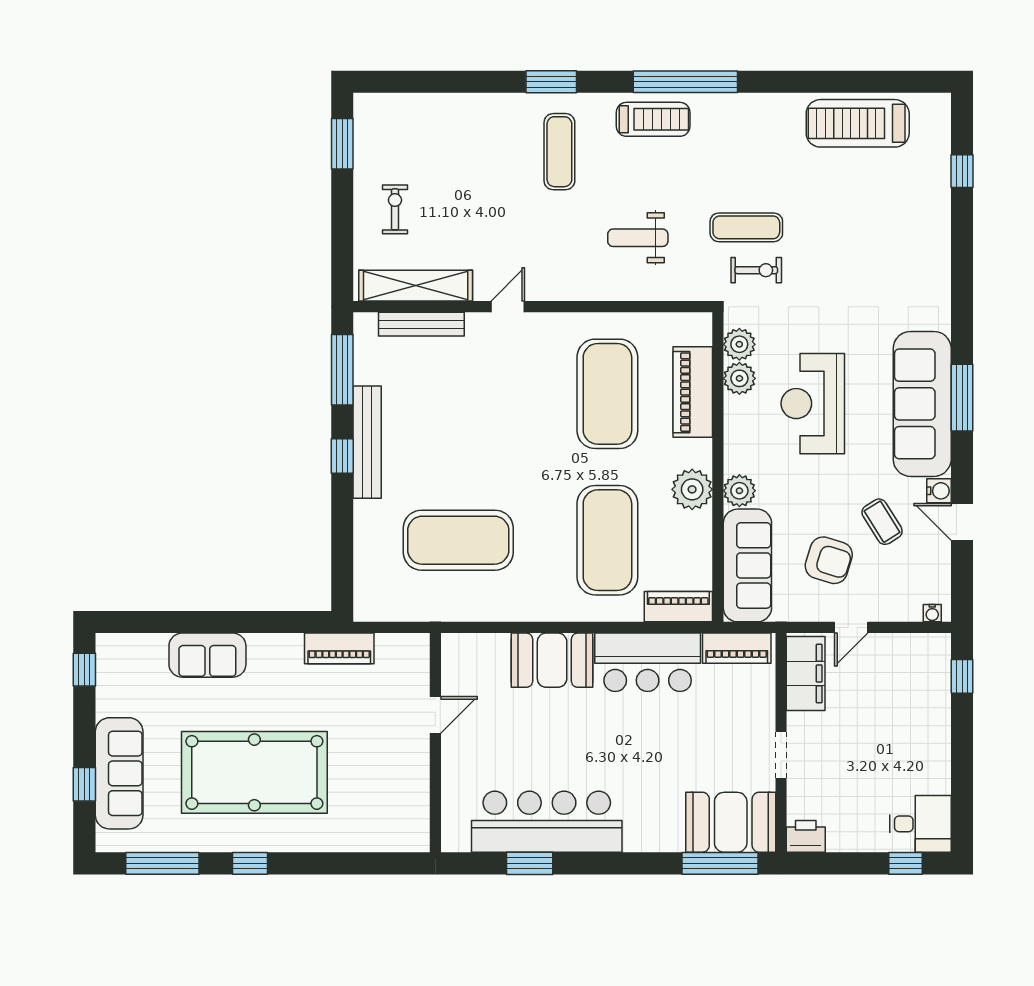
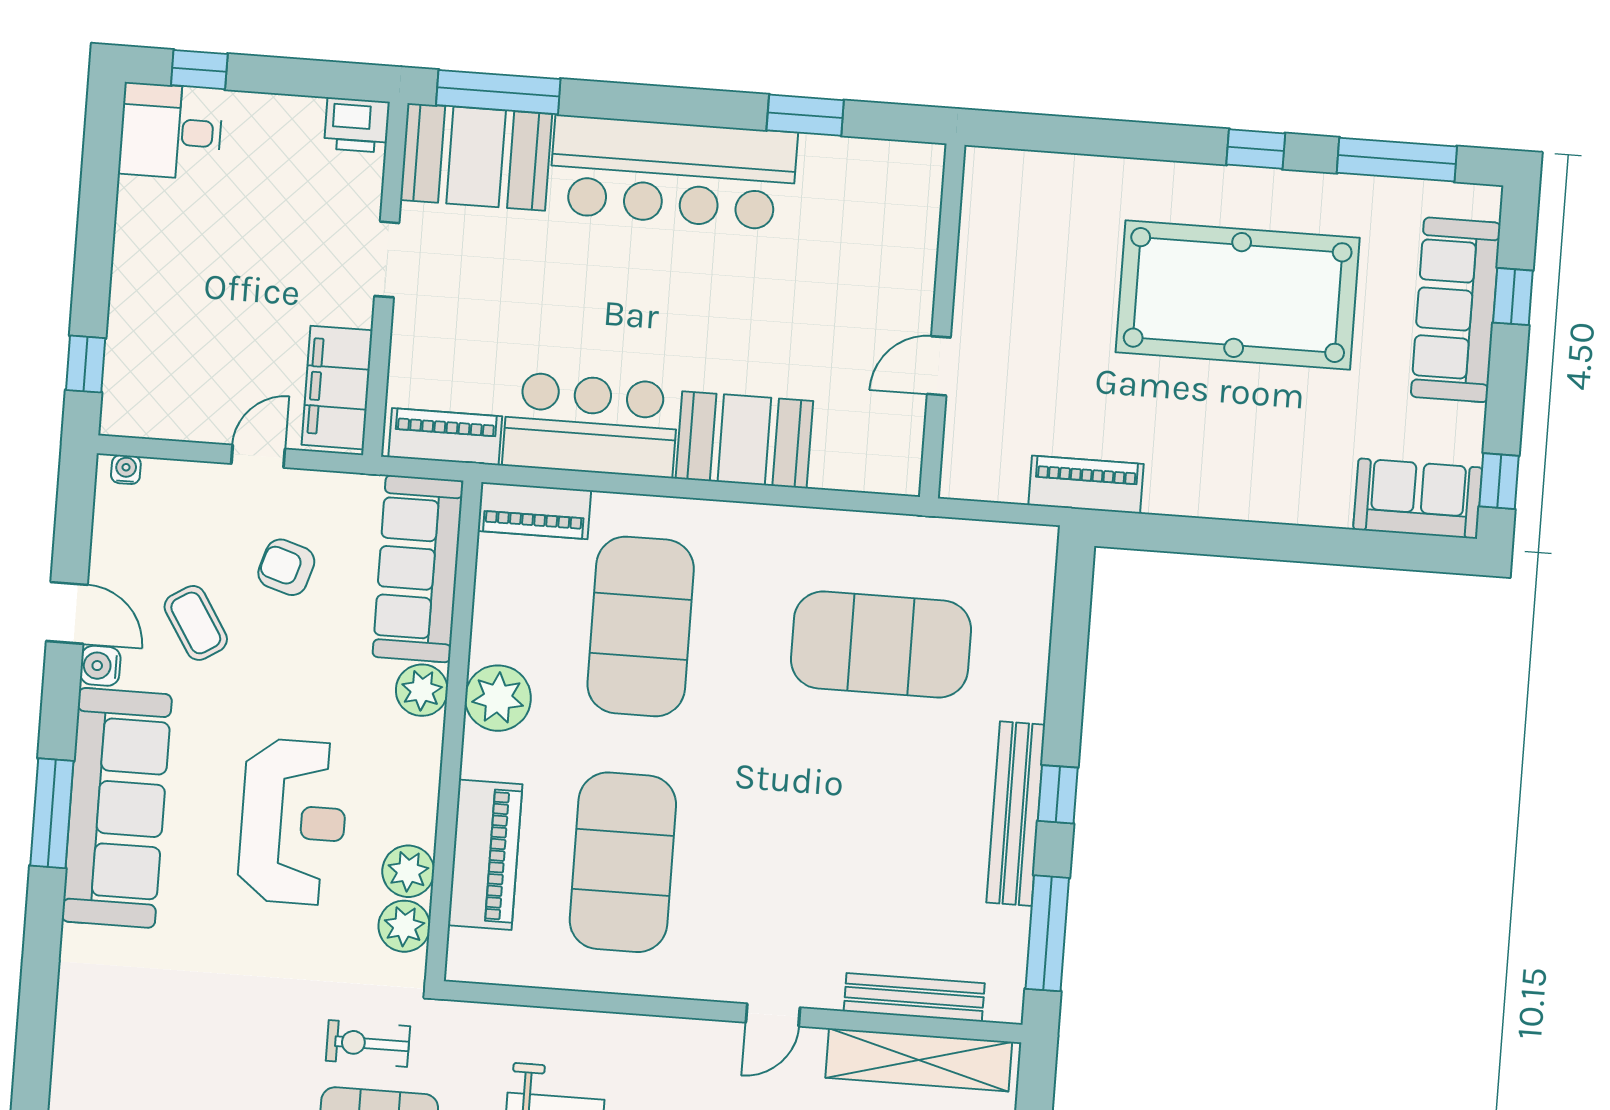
armchair: (829, 560) -> (286, 567), width x0.72, depth x0.72
sofa: (207, 655) -> (1418, 499), moved
bar counter: (547, 822) -> (673, 173), moved

